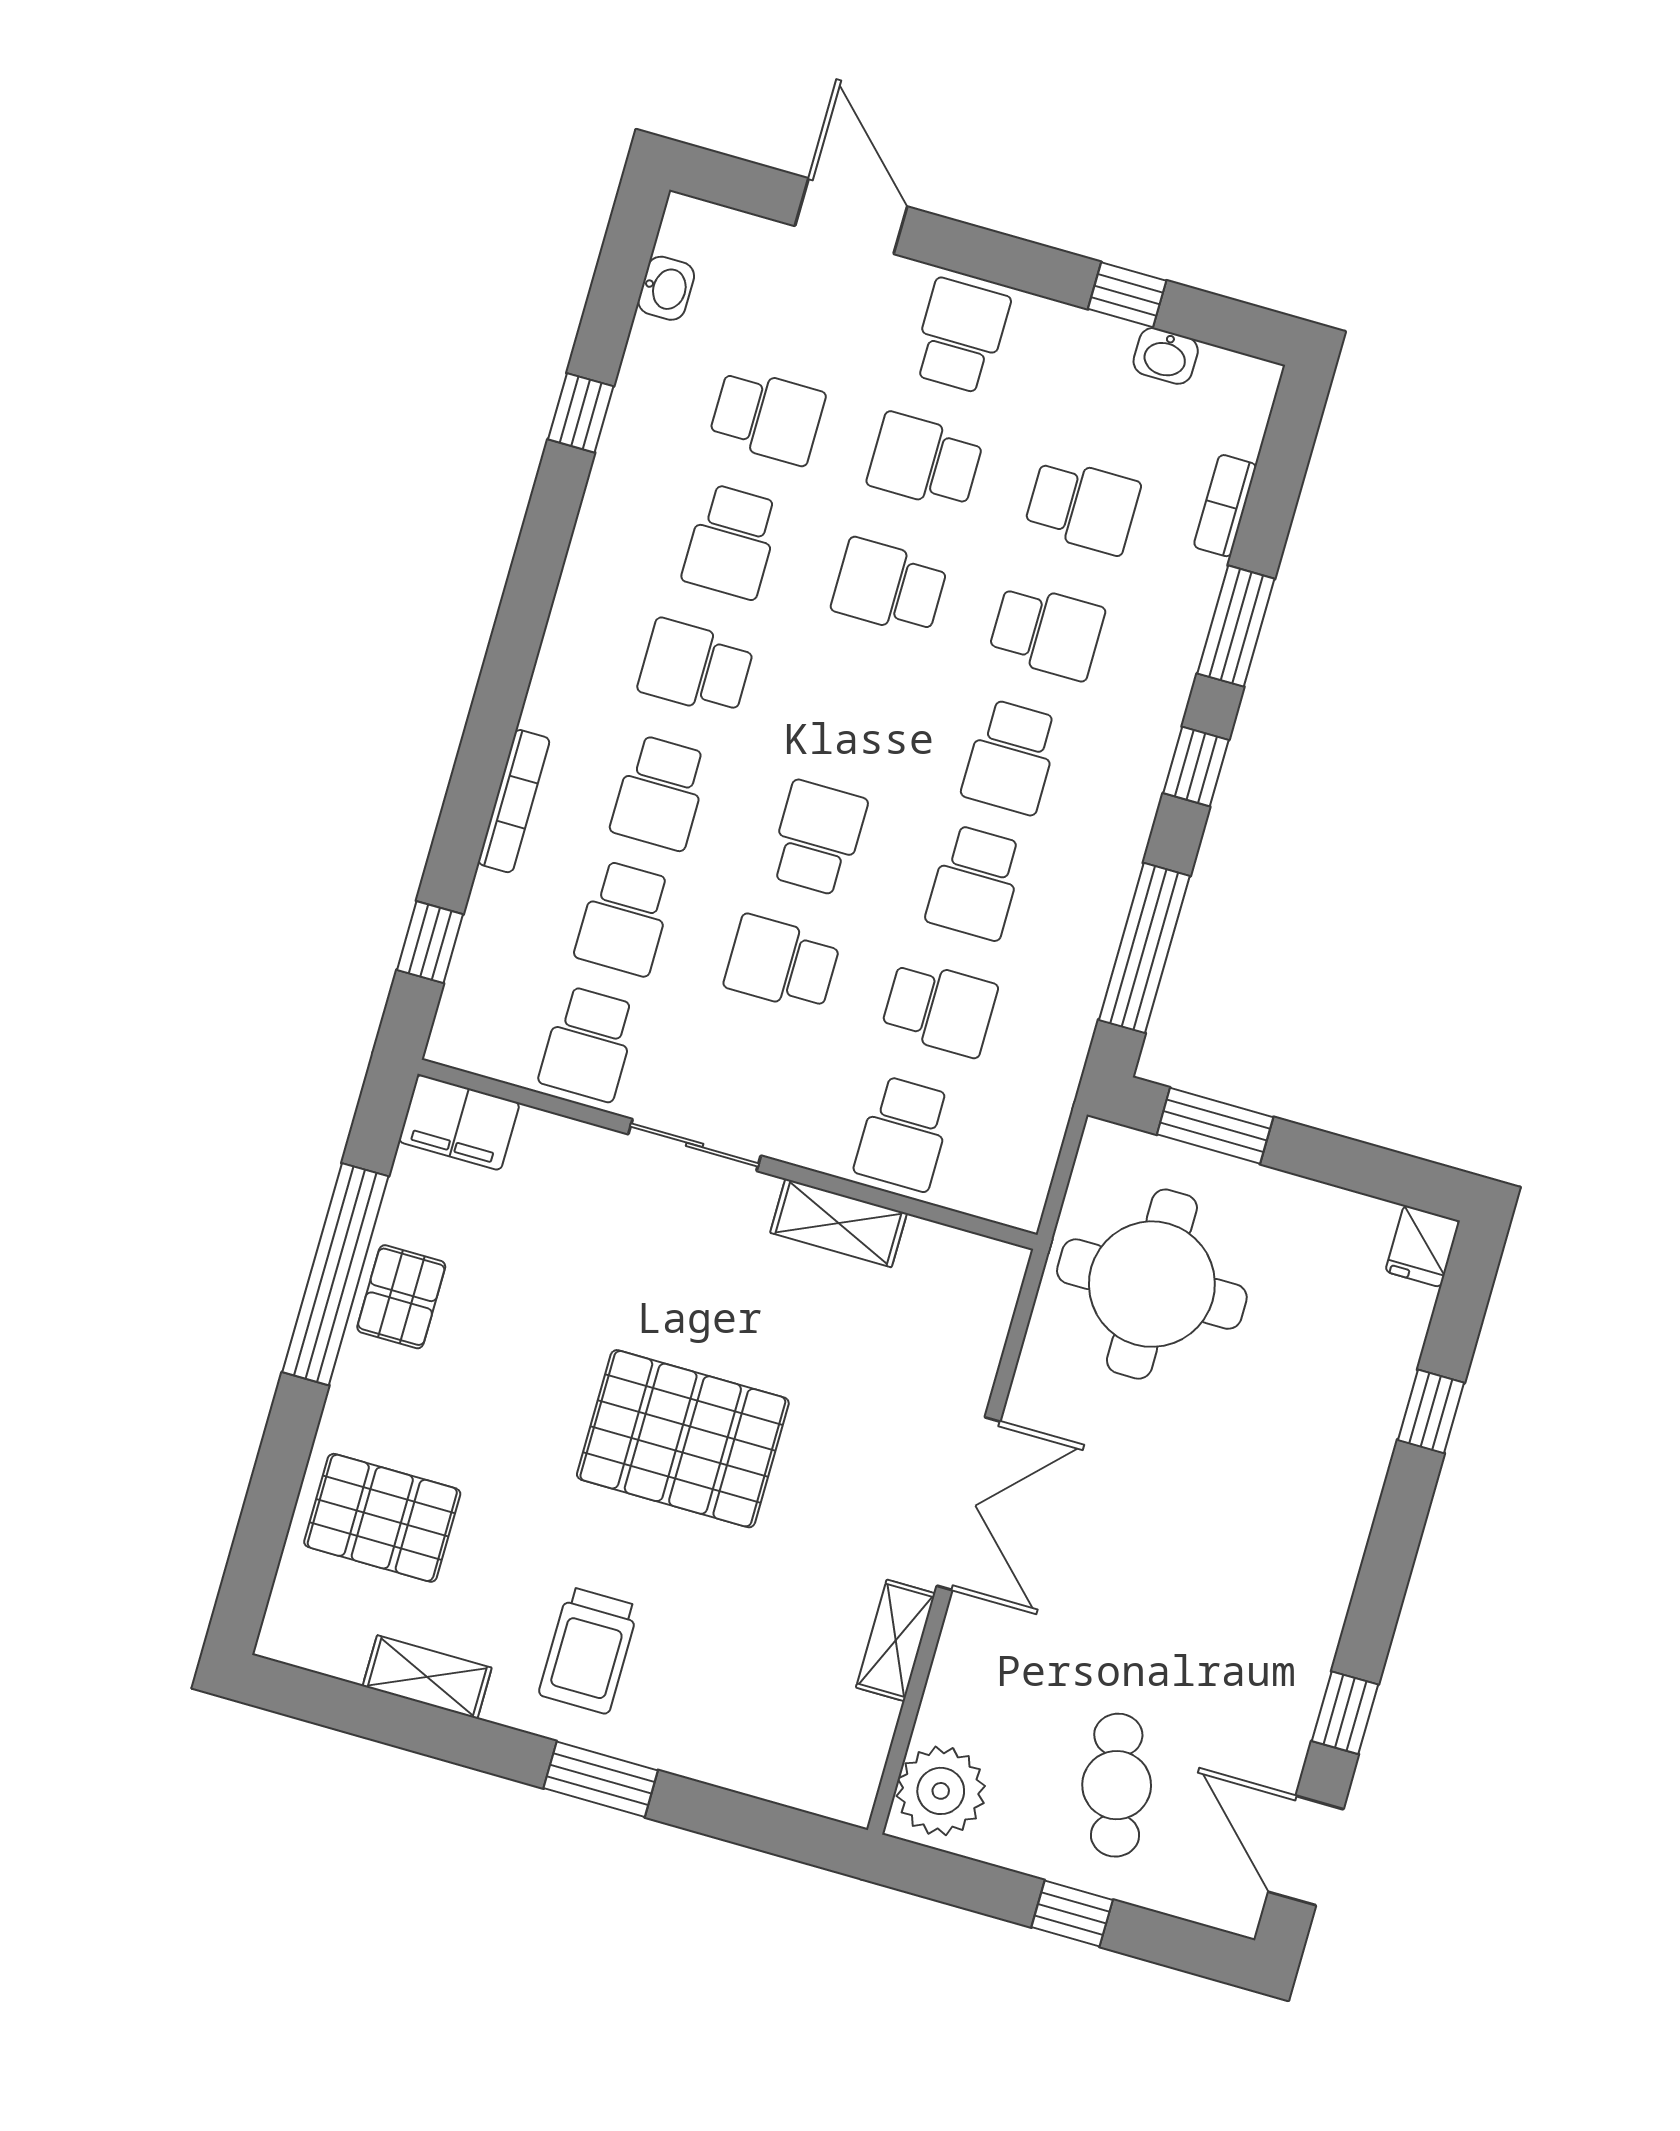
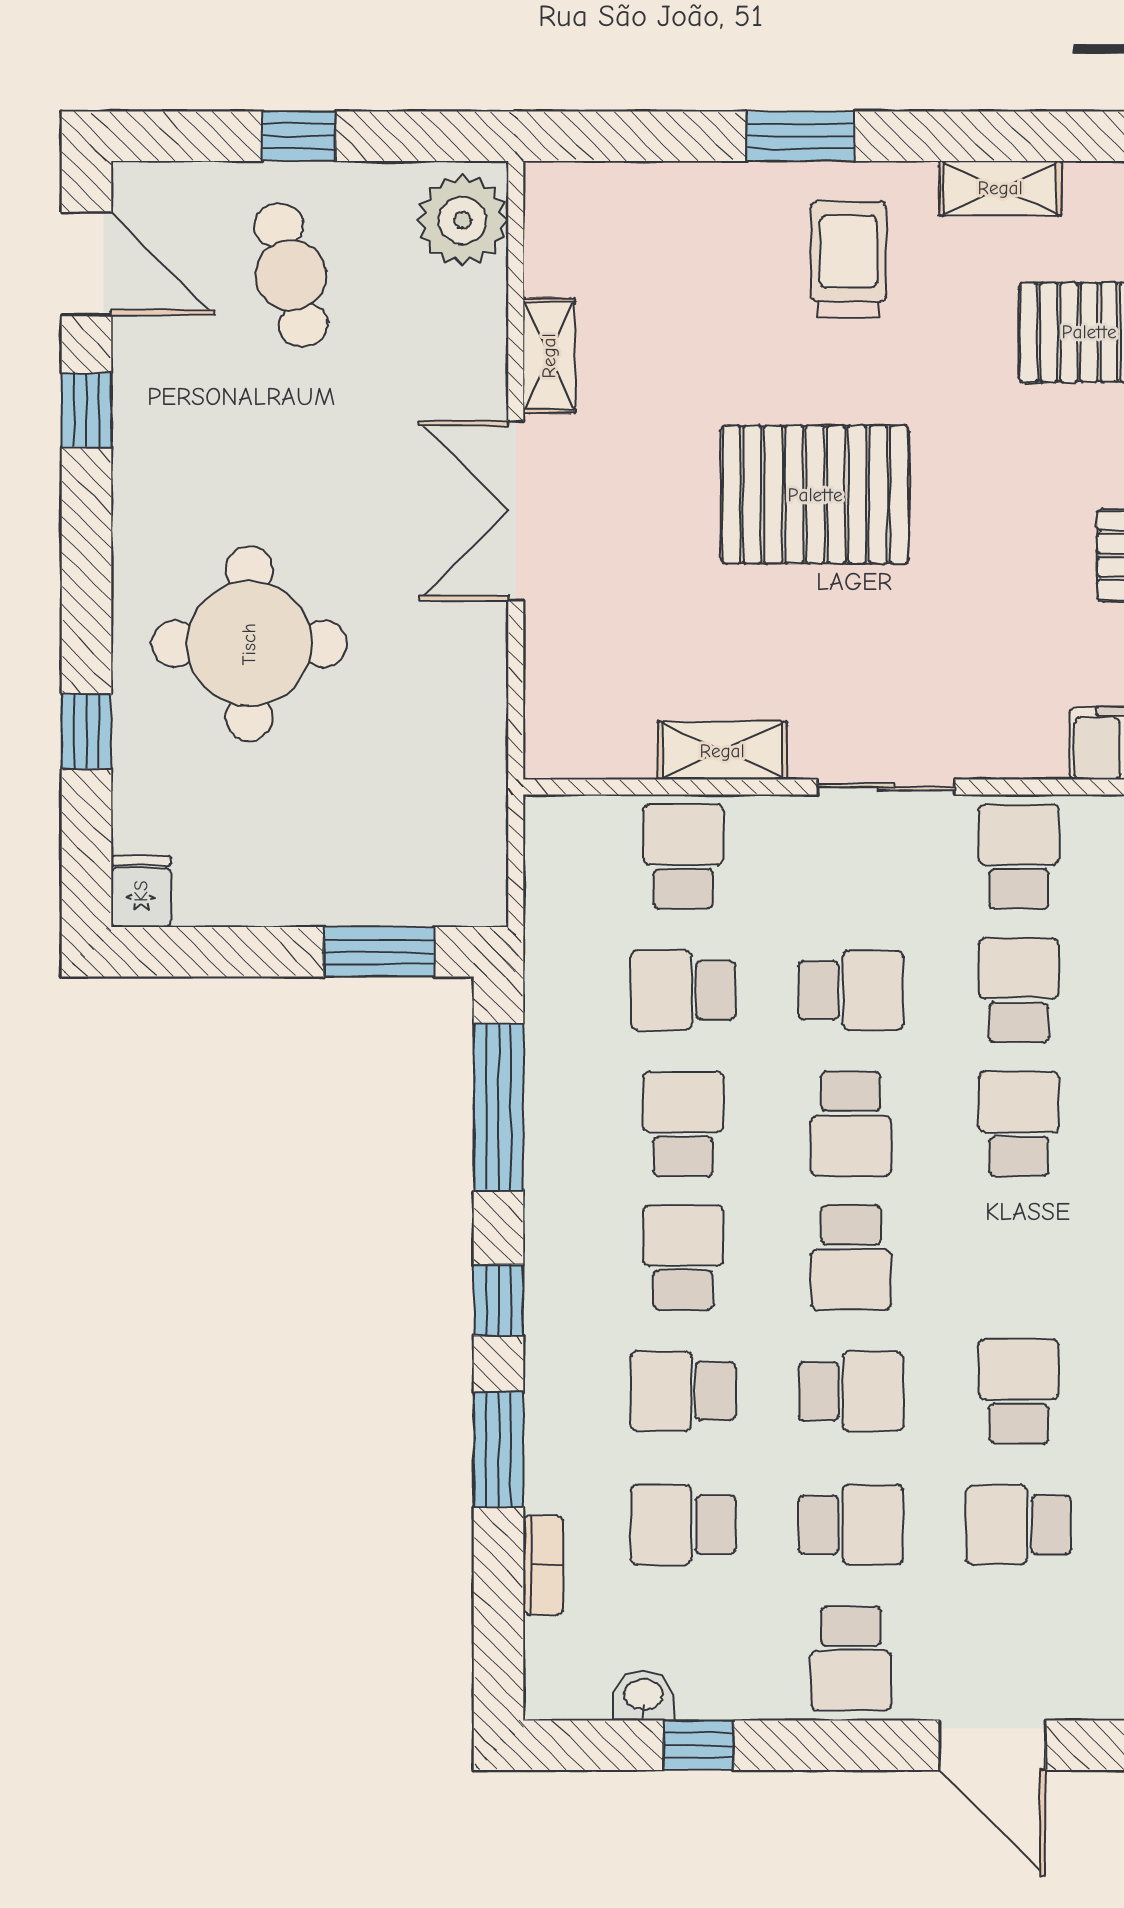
school desk: (696, 667) -> (851, 1258), moved, turned 90
round table: (1152, 1284) -> (249, 644), moved

